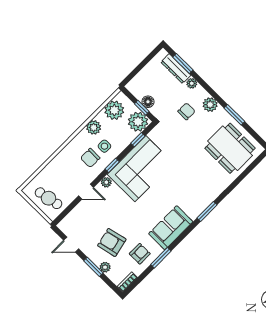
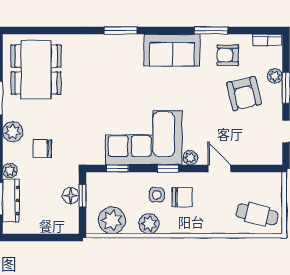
plant: (138, 122) -> (100, 186), removed
cafe table: (49, 198) -> (257, 214), moved, turned -66

